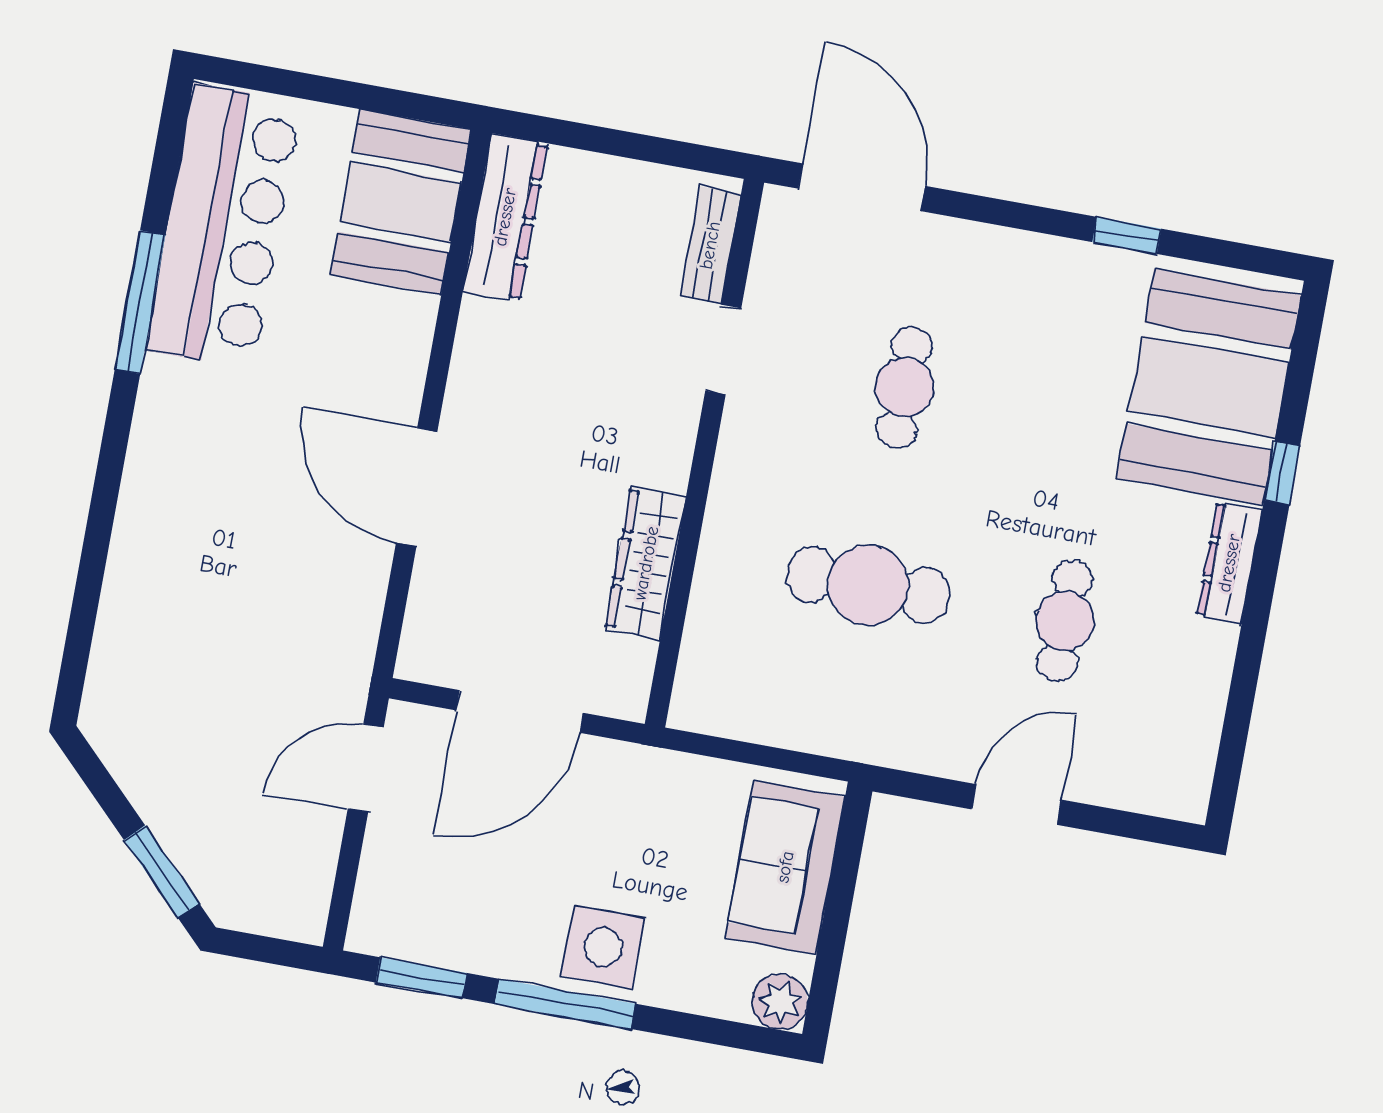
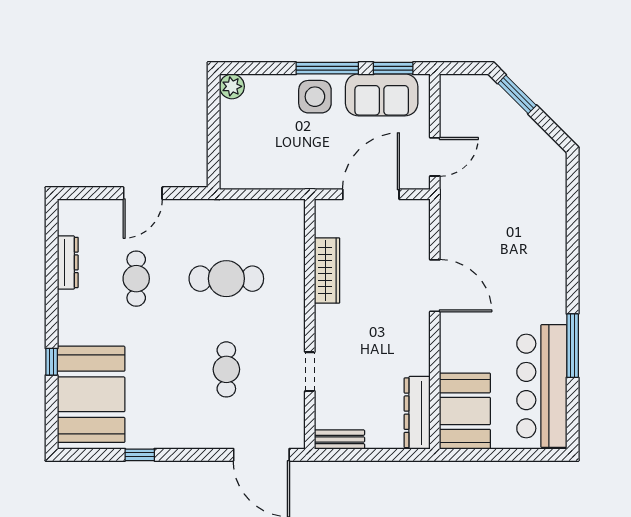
bench: (710, 245) -> (339, 439), moved, turned 90
dresser: (1229, 563) -> (68, 262), moved
sofa: (785, 867) -> (382, 95), moved, turned 90

